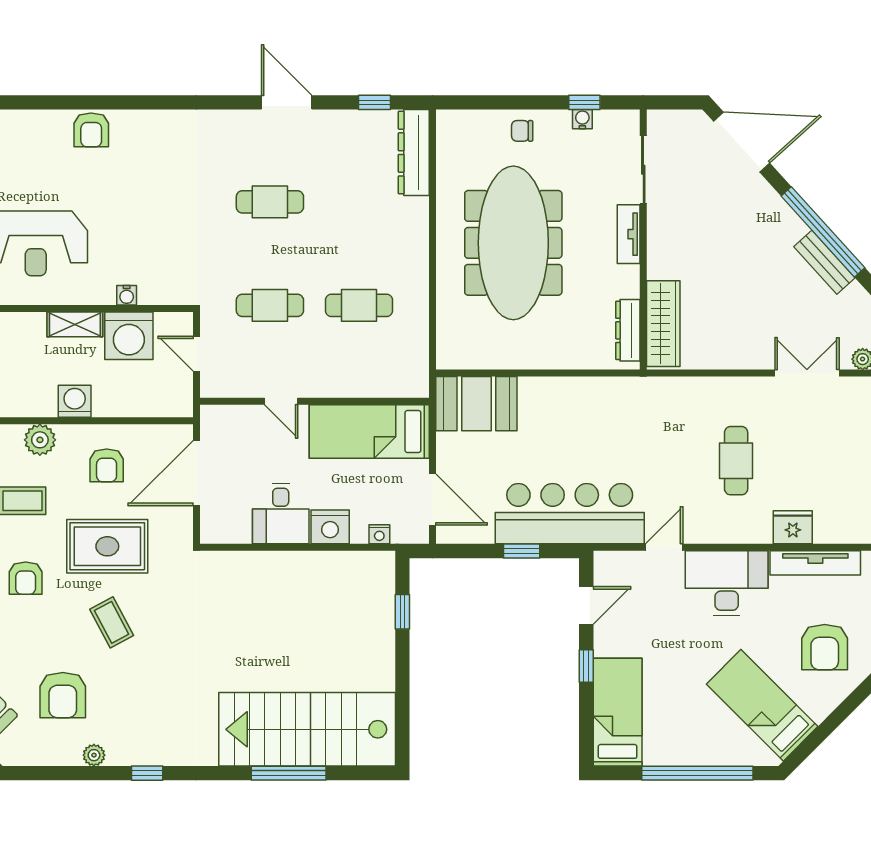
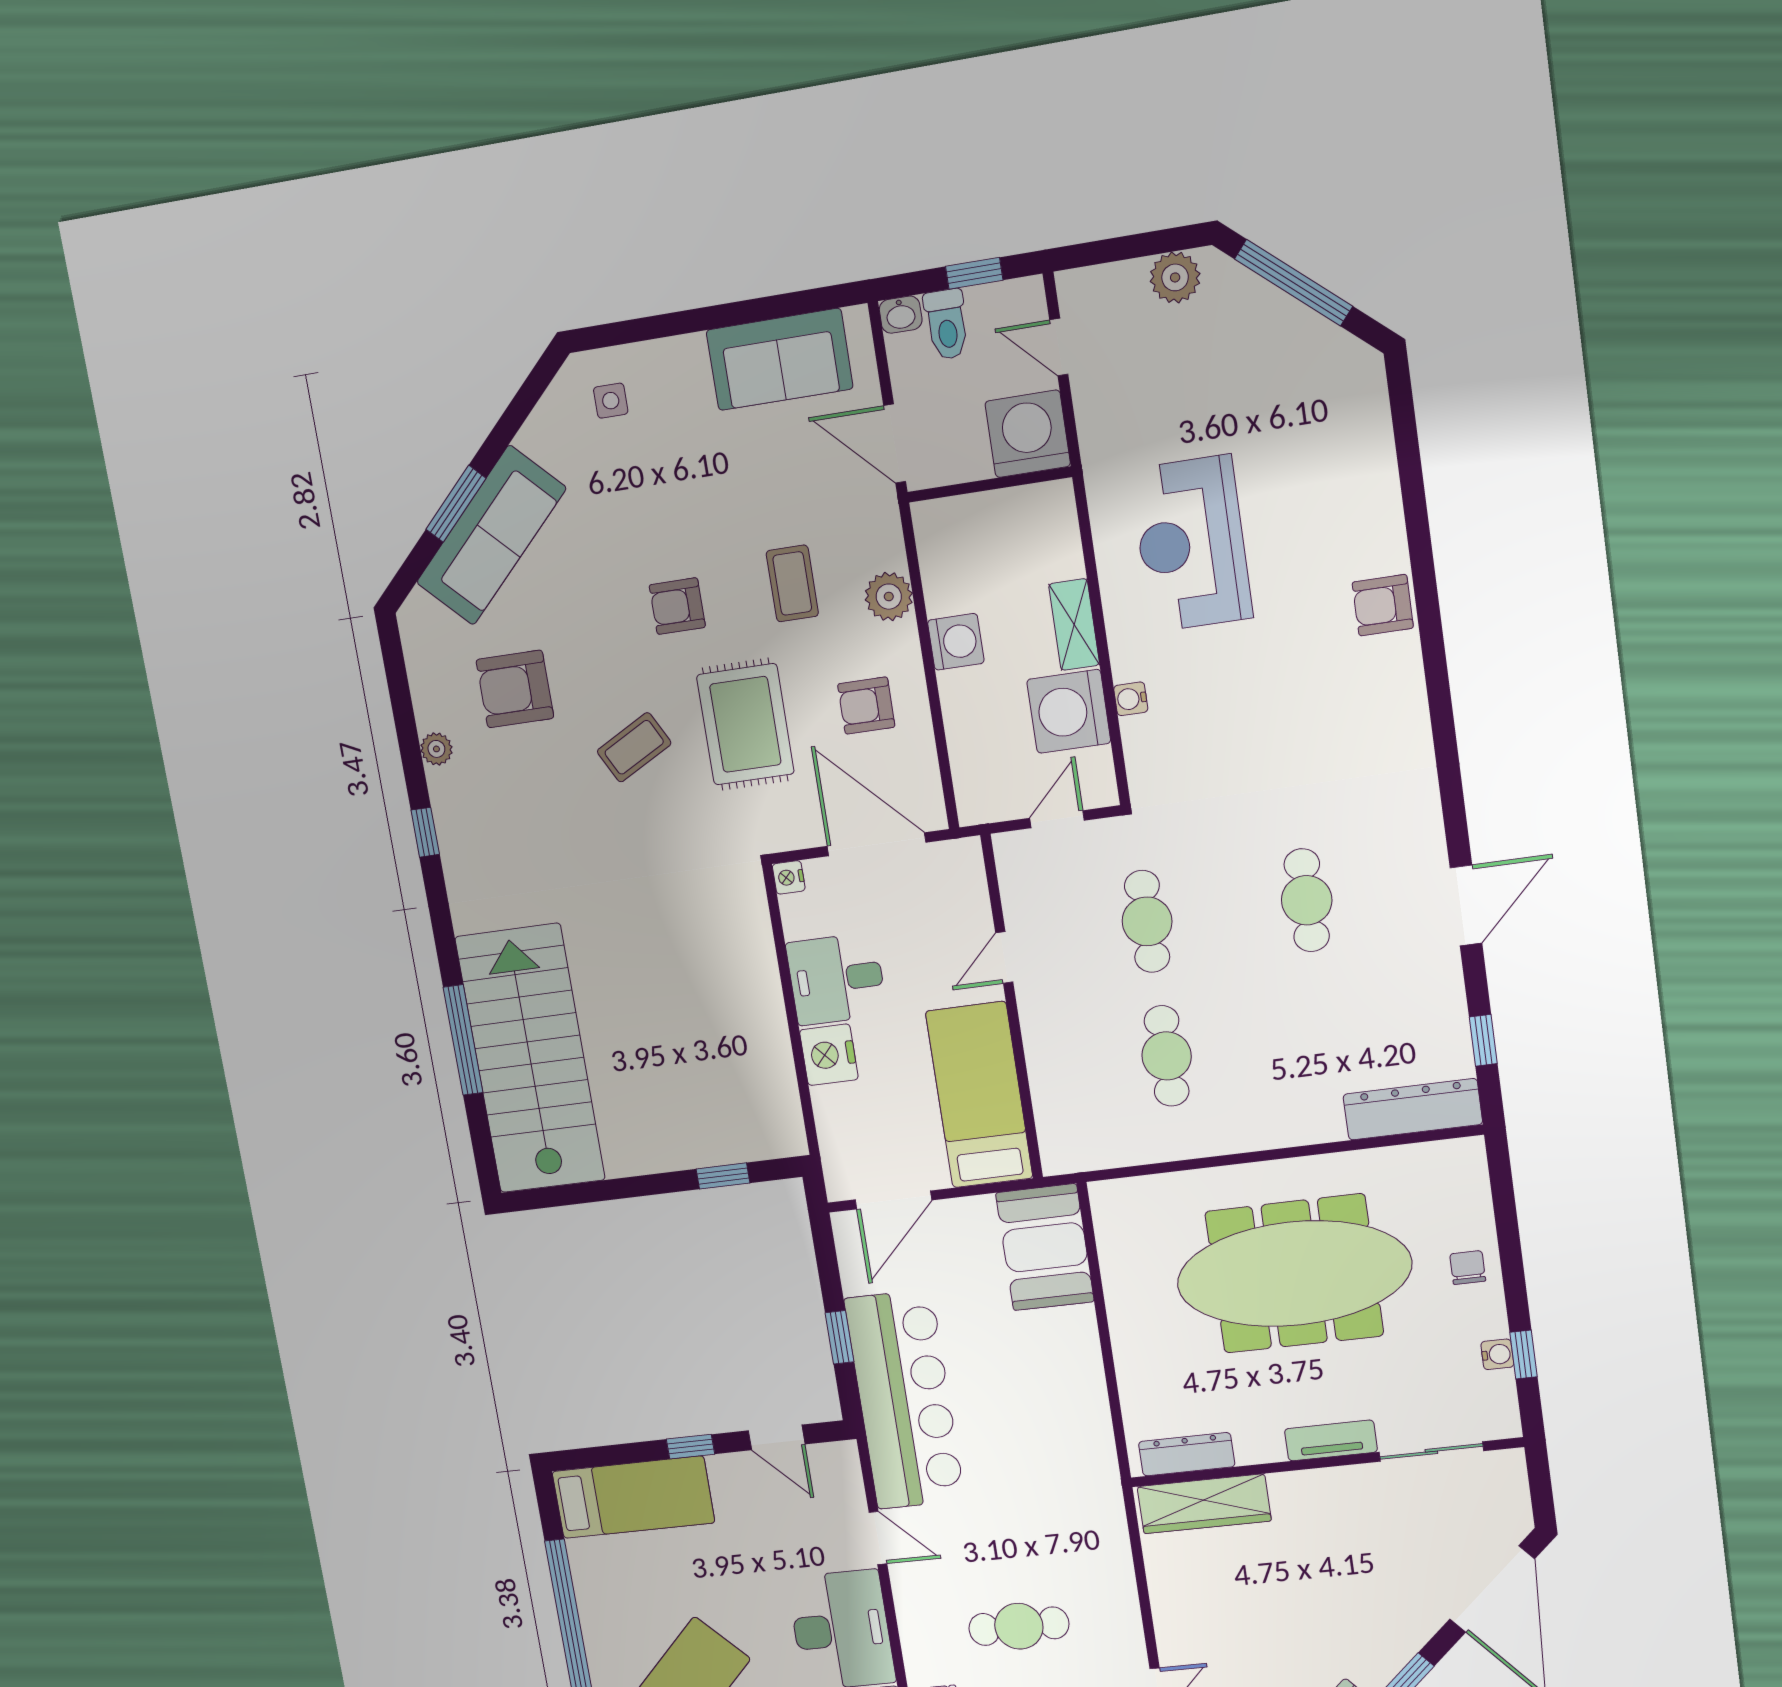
nightstand: (379, 534) -> (789, 877), moved

